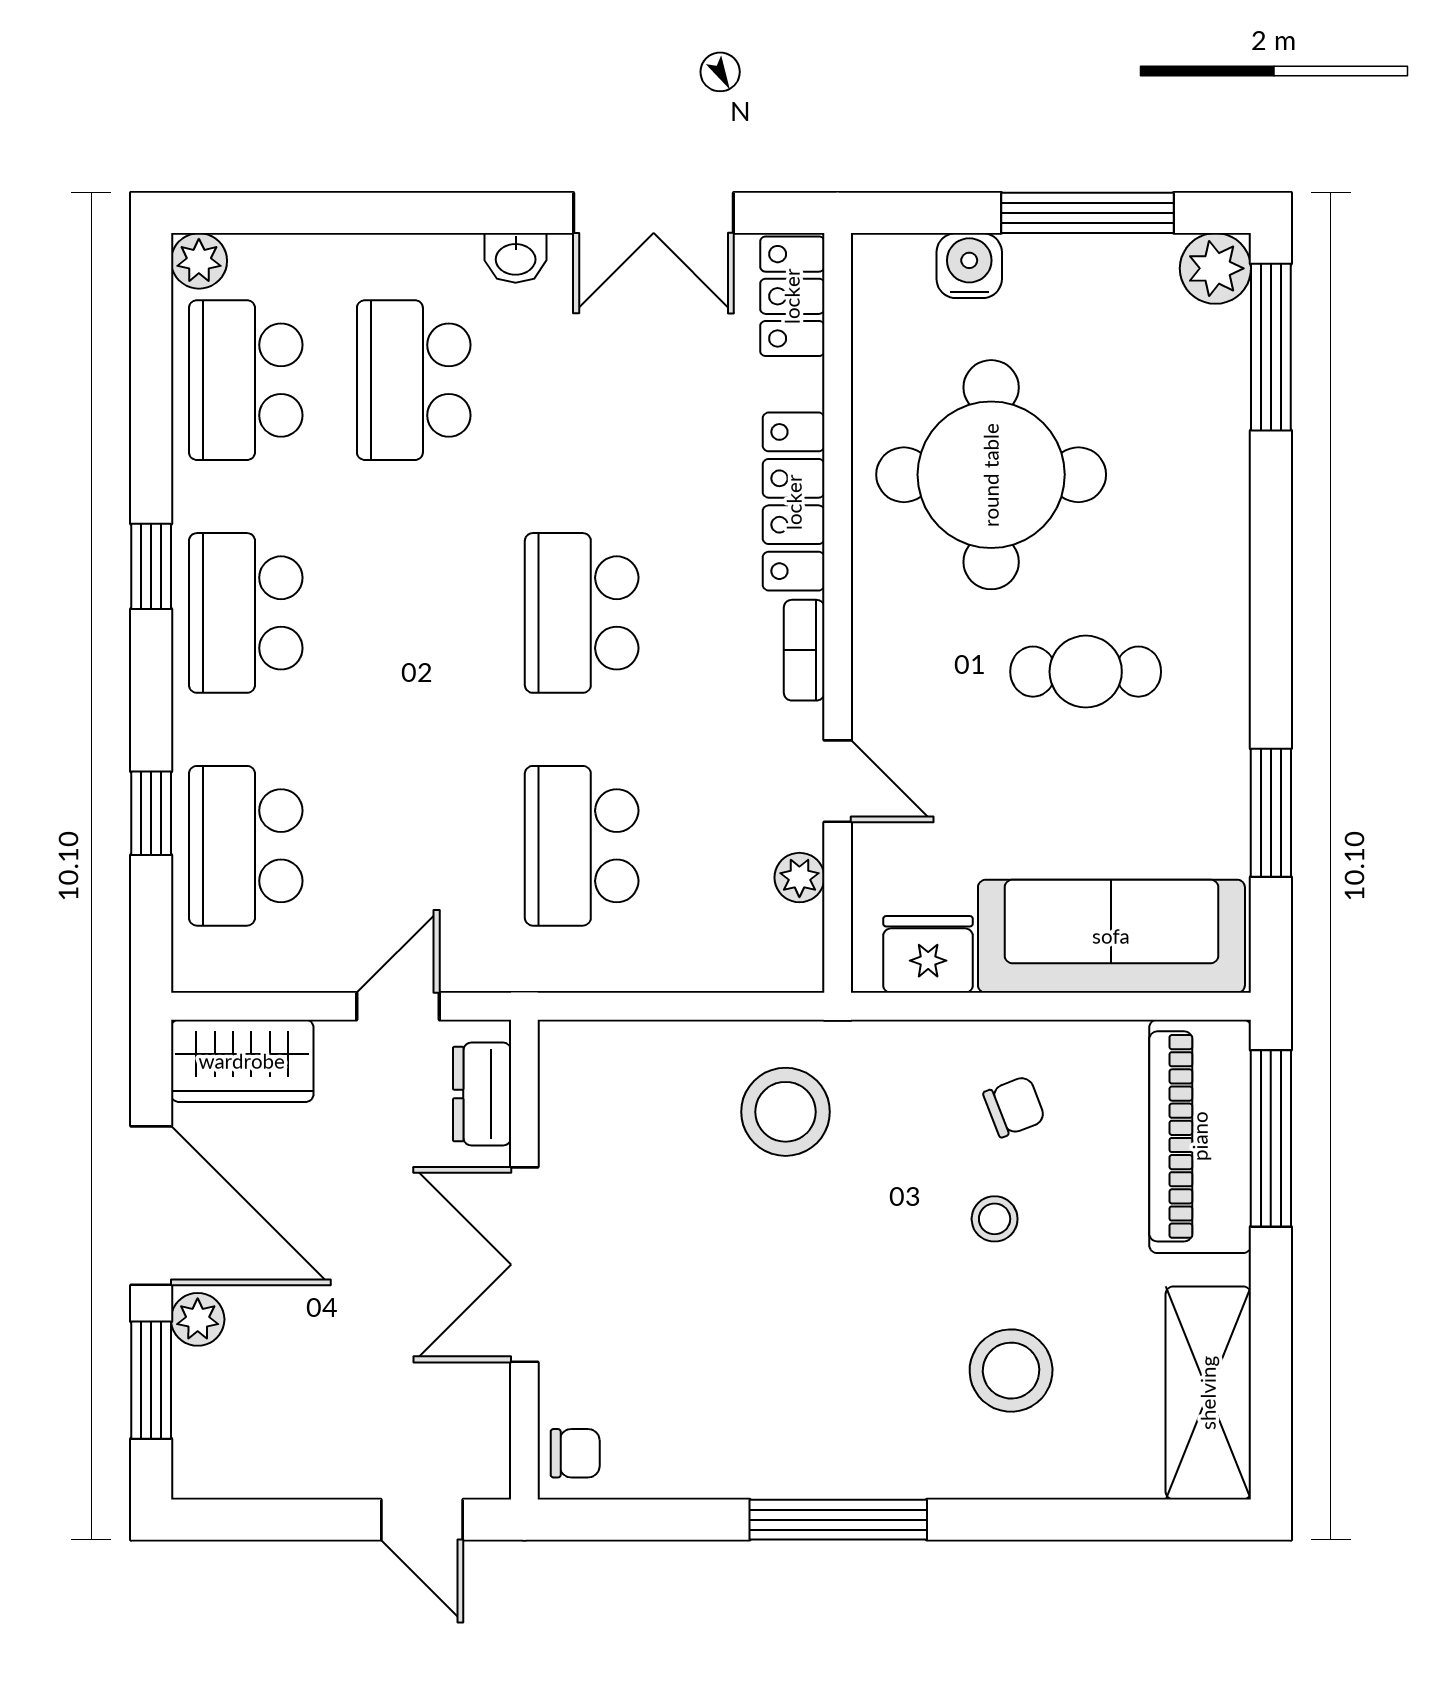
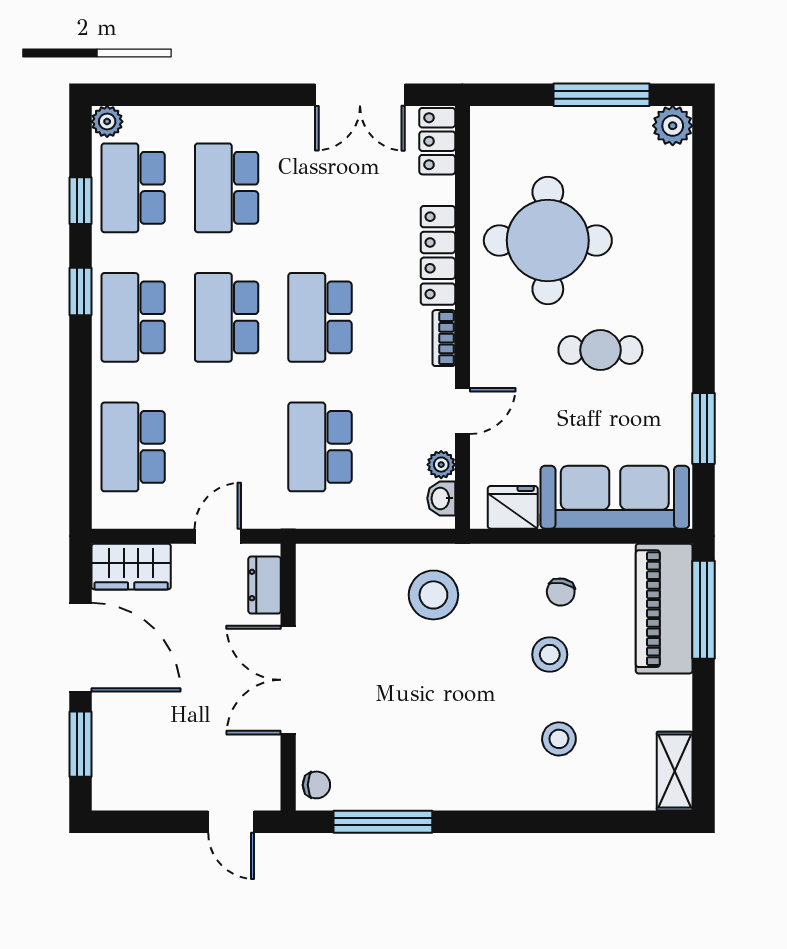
washbasin: (516, 258) -> (441, 498), moved, turned 90
water cooler: (969, 266) -> (536, 124), removed
window: (1271, 347) -> (704, 169), removed
school desk: (414, 613) -> (227, 317), added
door: (838, 781) -> (462, 411), hinge flipped
window: (151, 813) -> (80, 201), moved
chair: (1014, 1107) -> (561, 592), turned 122
stool: (995, 1219) -> (550, 655), width x1.37, depth x1.37
plant: (198, 1319) -> (106, 710), removed
stool: (1011, 1371) -> (559, 739), width x0.73, depth x0.73
shelving: (1208, 1393) -> (675, 771), width x0.67, depth x0.75
window: (838, 1520) -> (383, 822), moved

